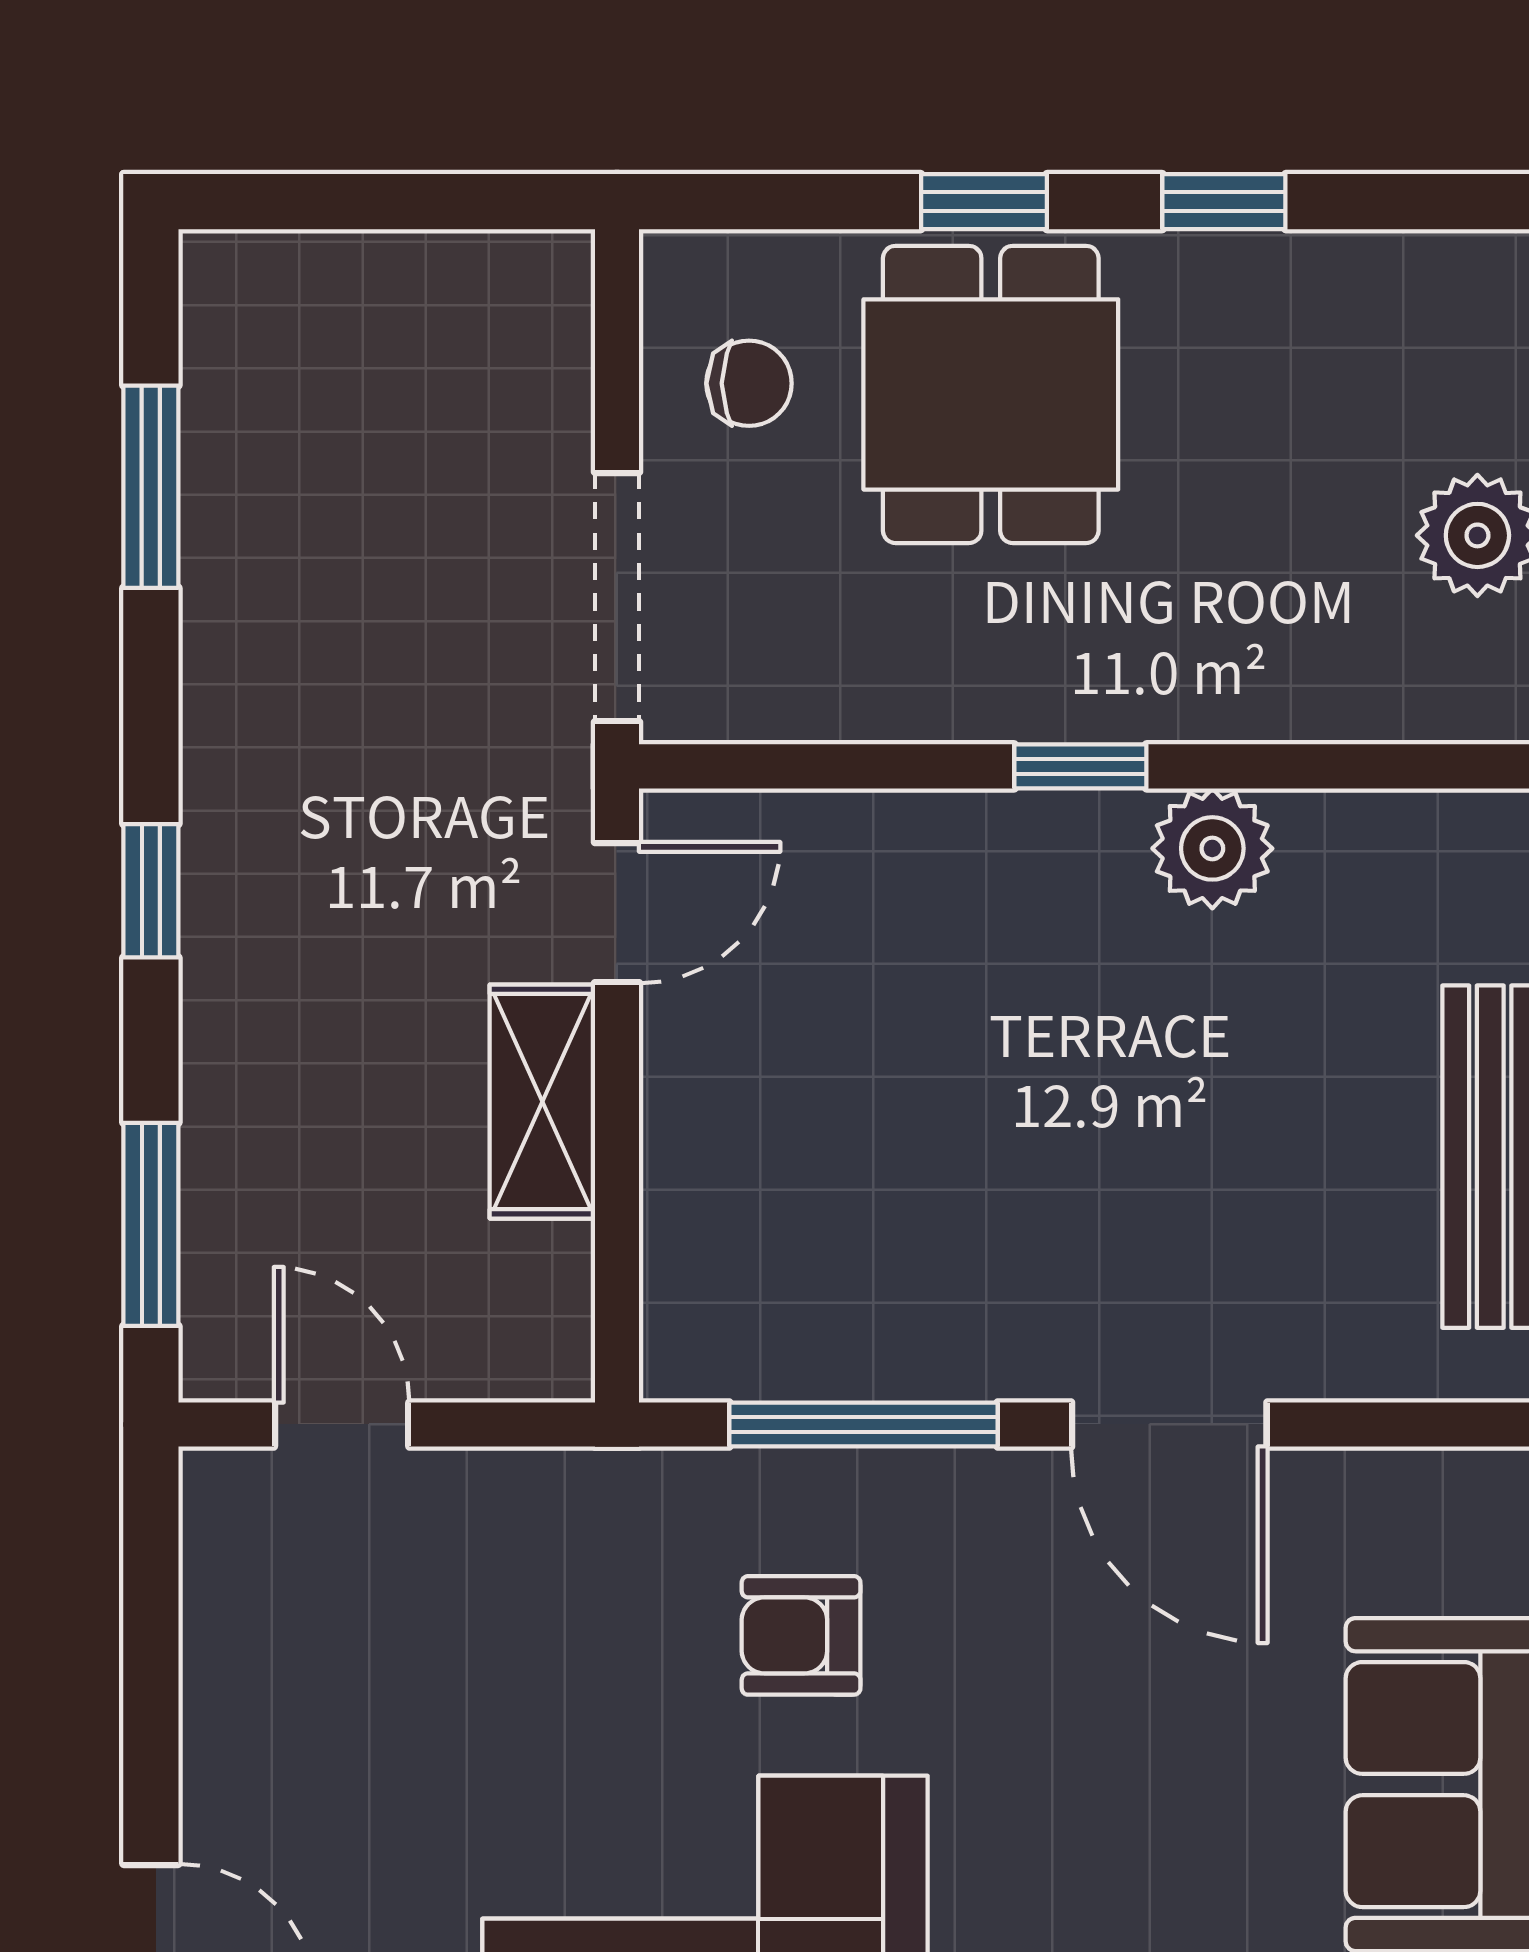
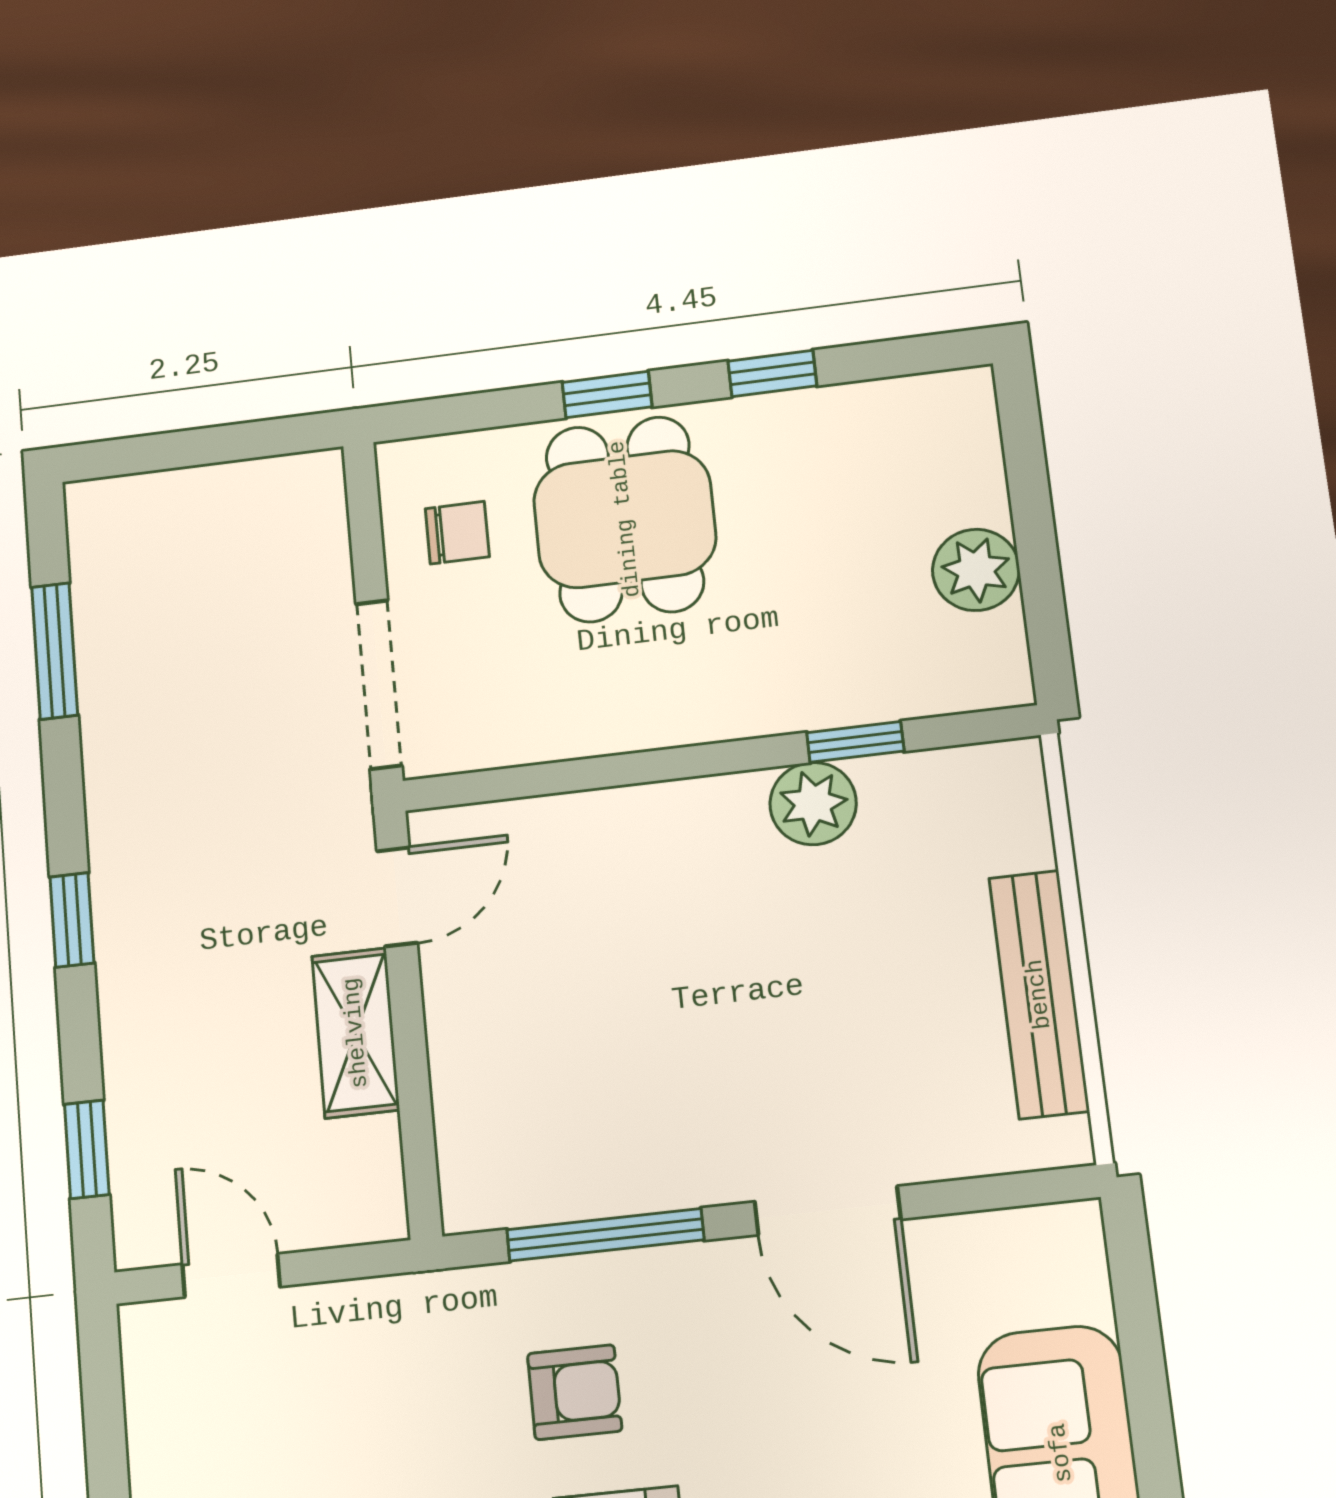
window: (1080, 766) -> (855, 742), moved
window: (151, 1224) -> (87, 1149), width x0.67
armchair: (801, 1635) -> (575, 1392), turned 180

